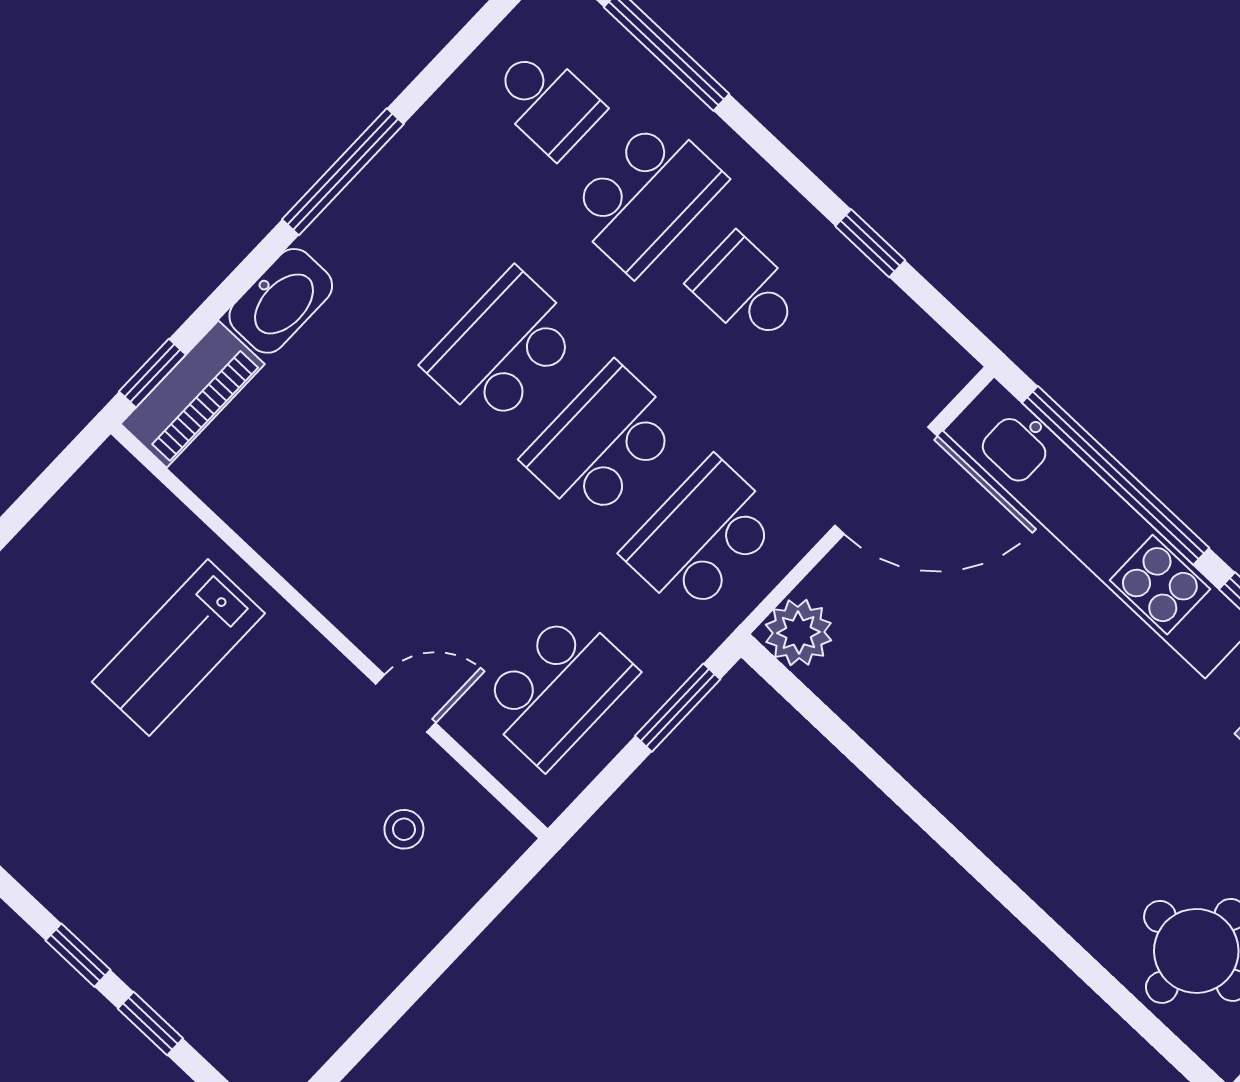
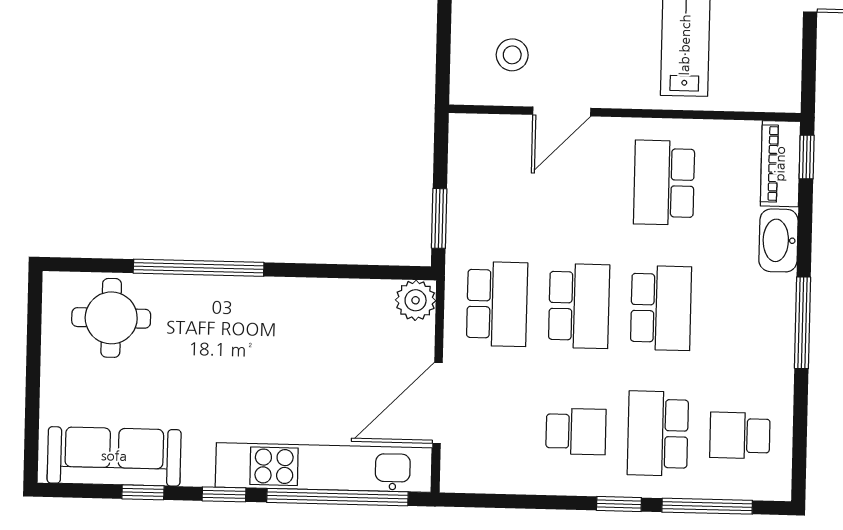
window: (870, 243) -> (619, 504), moved
school desk: (557, 689) -> (664, 183), moved
door: (406, 703) -> (562, 111), width x1.37
stool: (404, 829) -> (512, 55), width x1.37, depth x1.37
window: (1032, 916) -> (199, 268), added

